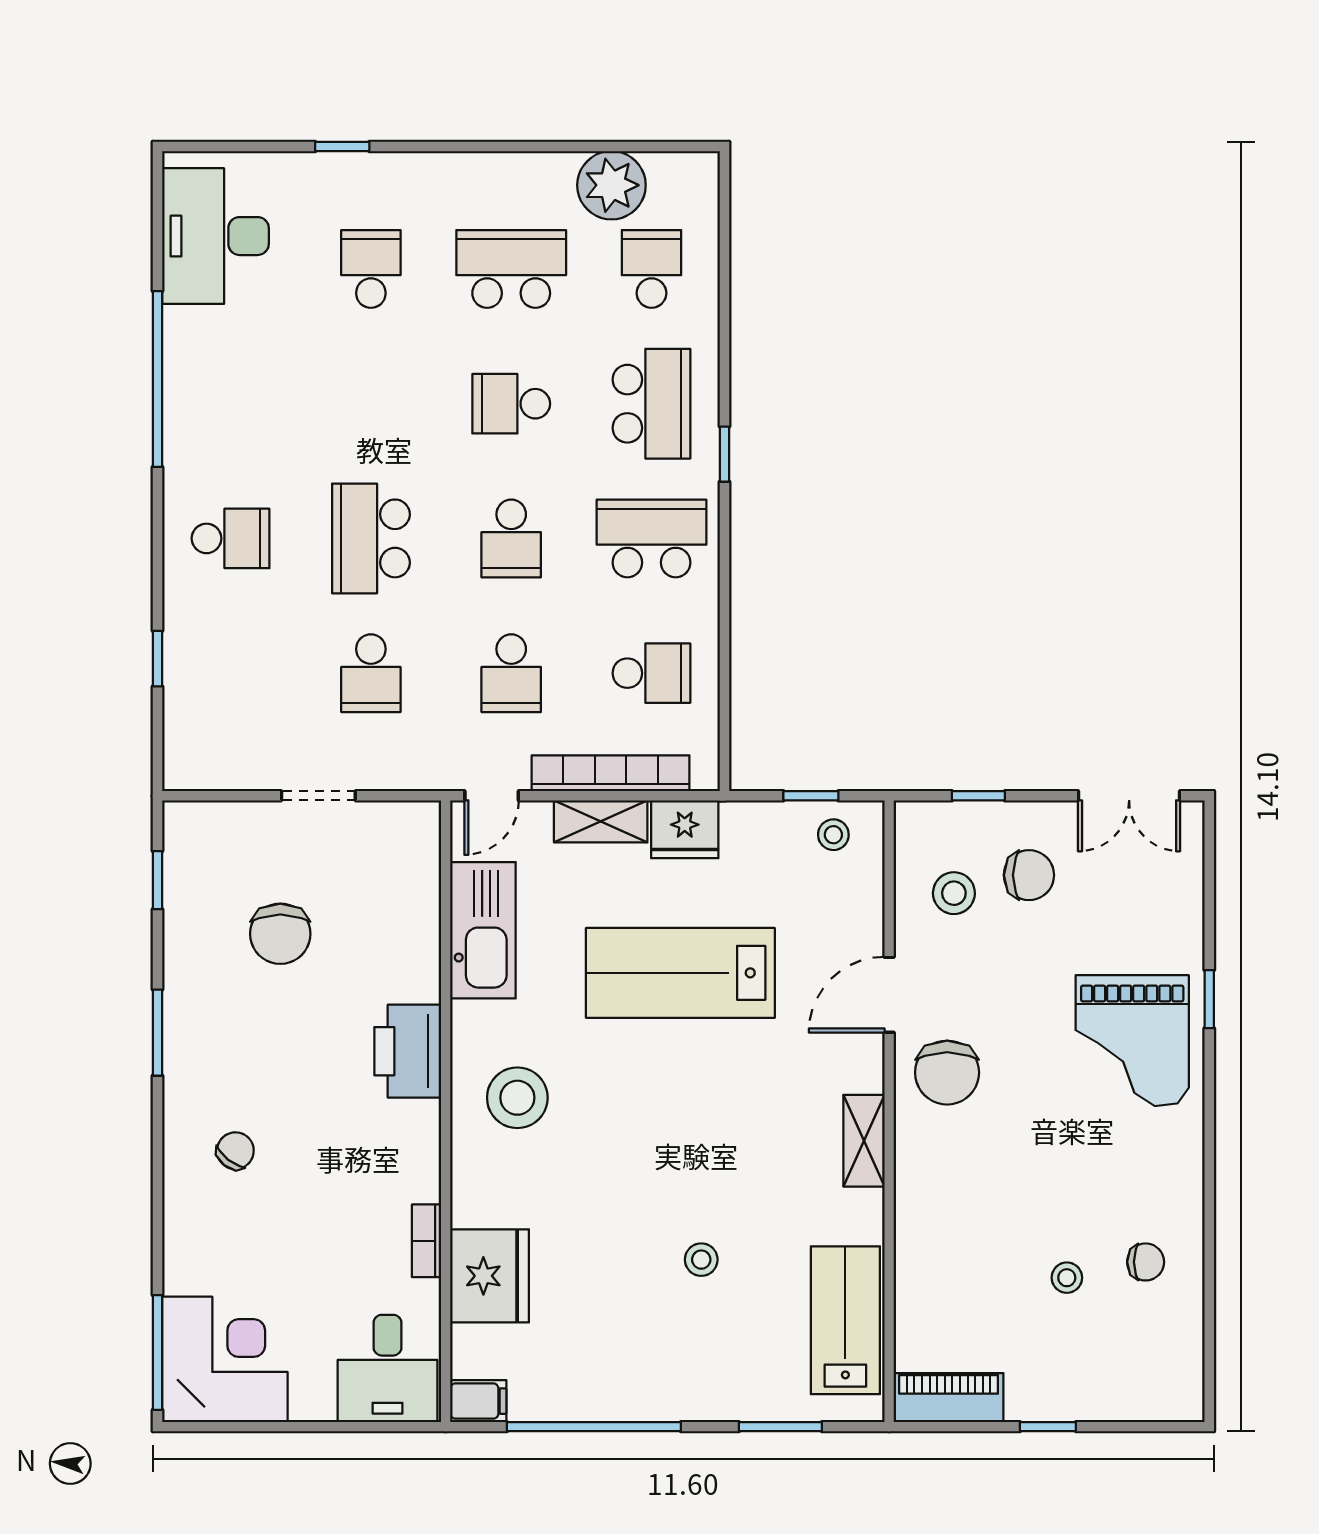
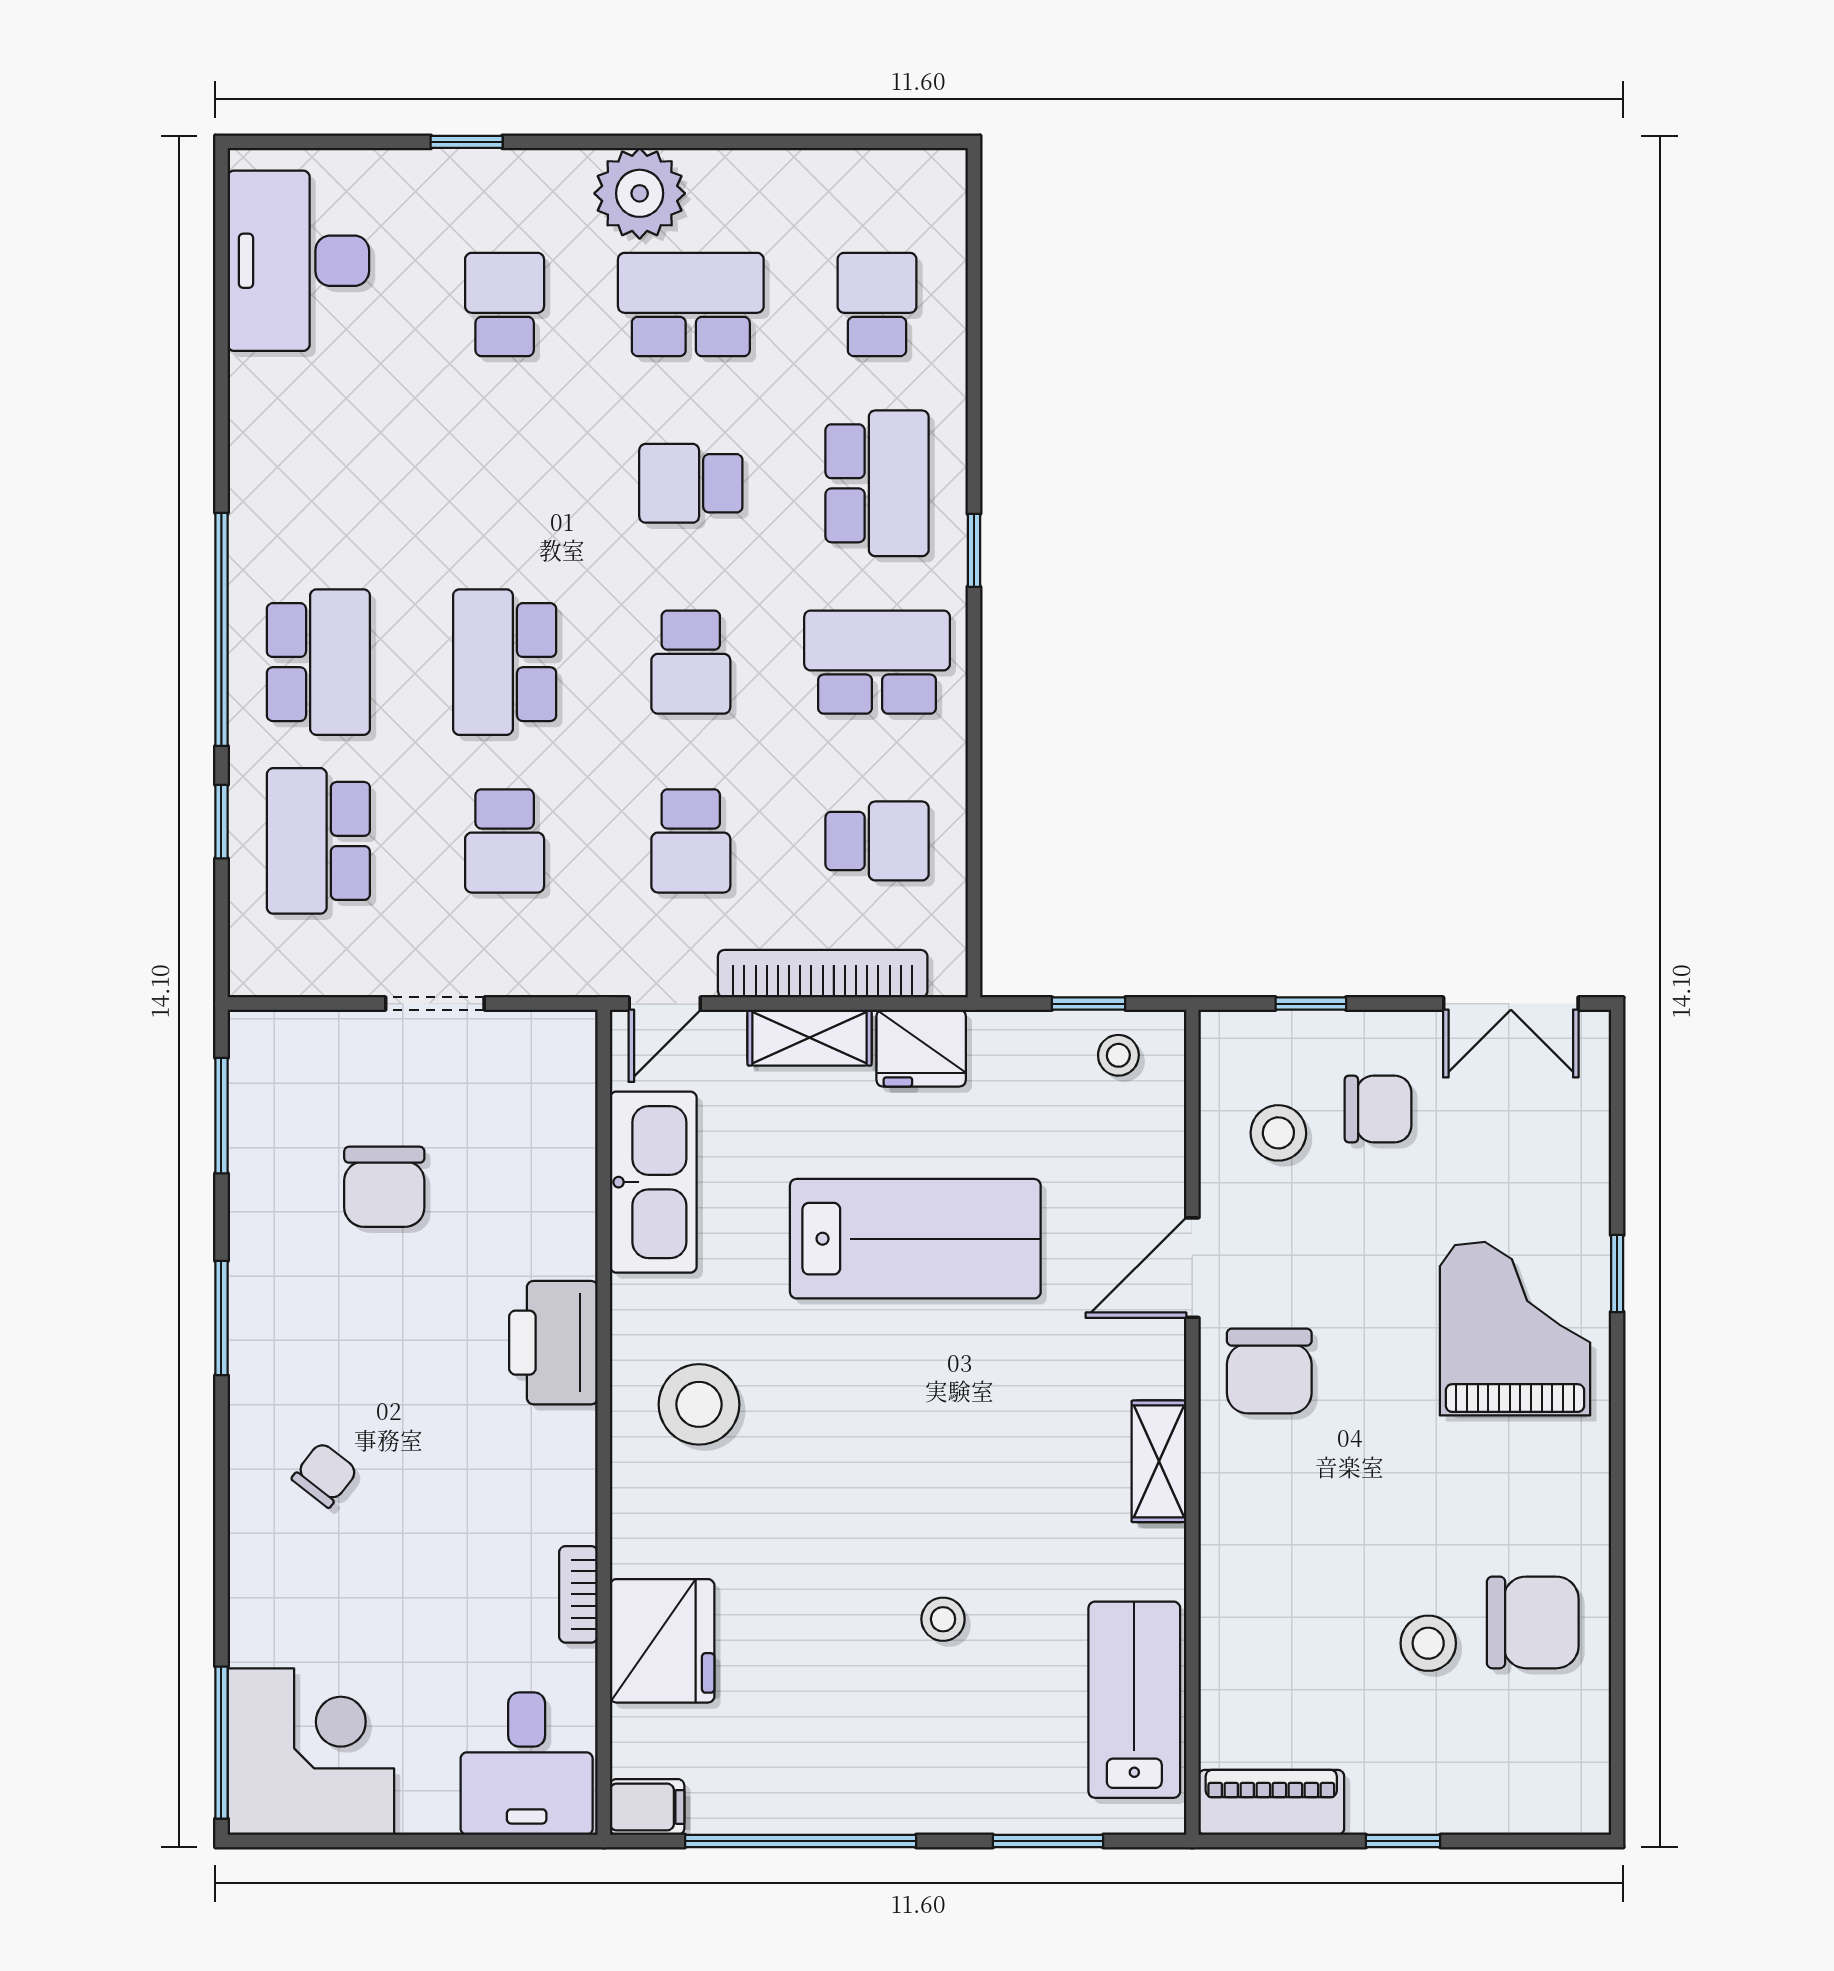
plant: (611, 185) -> (640, 193), moved
window: (158, 379) -> (221, 629), moved
school desk: (231, 538) -> (318, 662), width x1.85
school desk: (231, 673) -> (318, 841), added
window: (158, 880) -> (221, 1116), width x1.50
lab bench: (680, 973) -> (915, 1239), turned 180
grand piano: (1132, 1041) -> (1515, 1329), turned 180
chair: (1146, 1262) -> (1533, 1622), width x1.87, depth x1.87
stool: (1067, 1278) -> (1428, 1643), width x1.37, depth x1.37

